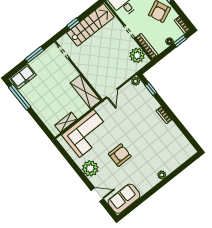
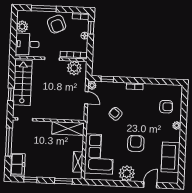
window: (34, 55) -> (9, 142), width x1.44
door: (112, 93) -> (86, 98), moved
window: (20, 97) -> (30, 180), width x0.46
armchair: (129, 119) -> (116, 114), added
window: (41, 124) -> (63, 181), added
armchair: (169, 154) -> (166, 107), added
sofa: (124, 199) -> (171, 157), moved

